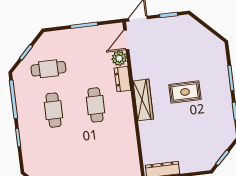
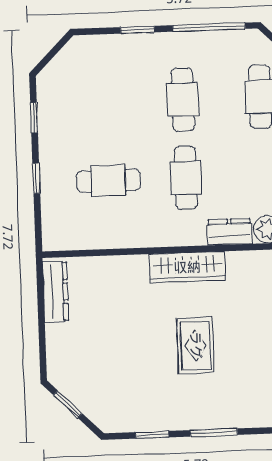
cafe table: (95, 105) -> (186, 178), turned 90
cafe table: (54, 110) -> (183, 100), turned 90
cafe table: (101, 146) -> (108, 181), added

